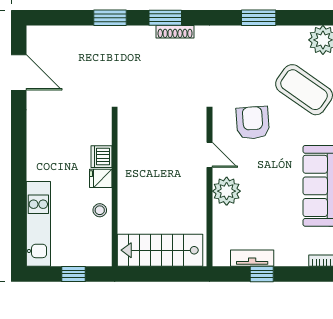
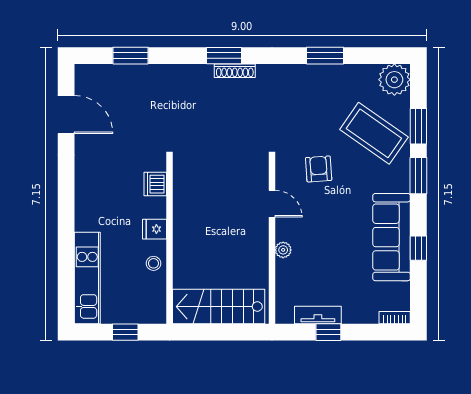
window: (110, 18) -> (130, 56), moved
armchair: (253, 123) -> (319, 169), width x0.72, depth x0.72
dishwasher: (101, 157) -> (155, 184), moved
plant: (227, 191) -> (283, 250), width x0.53, depth x0.53

